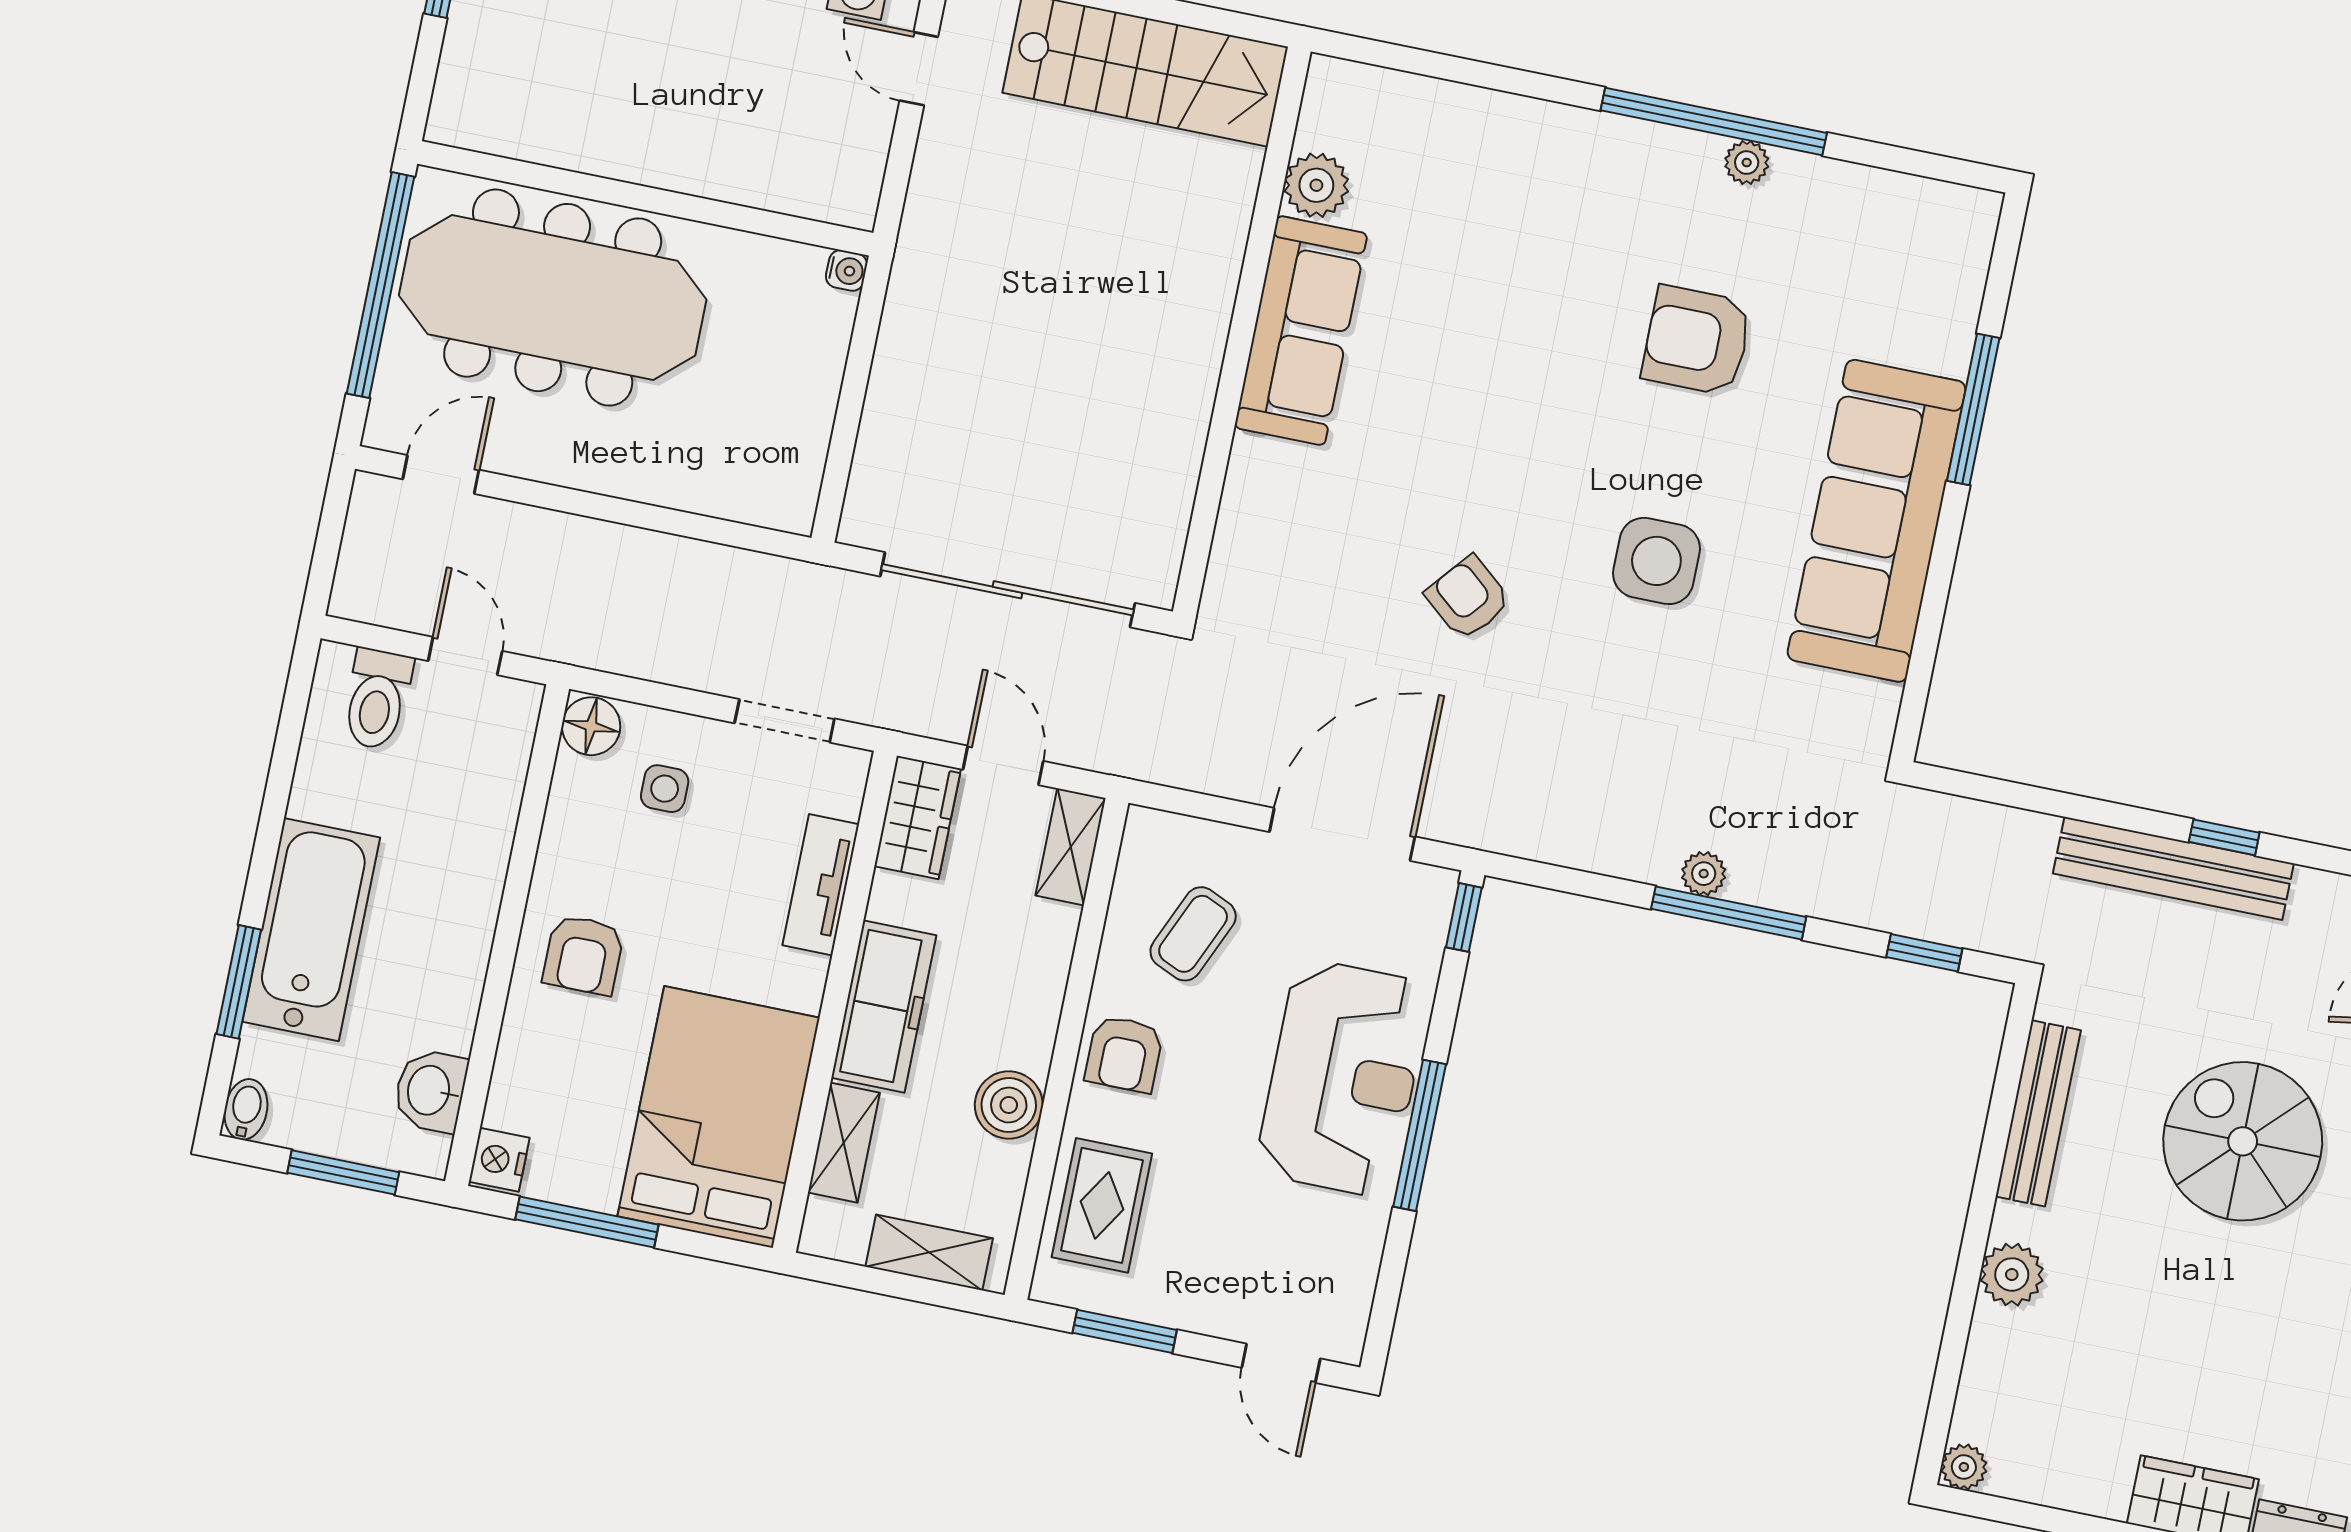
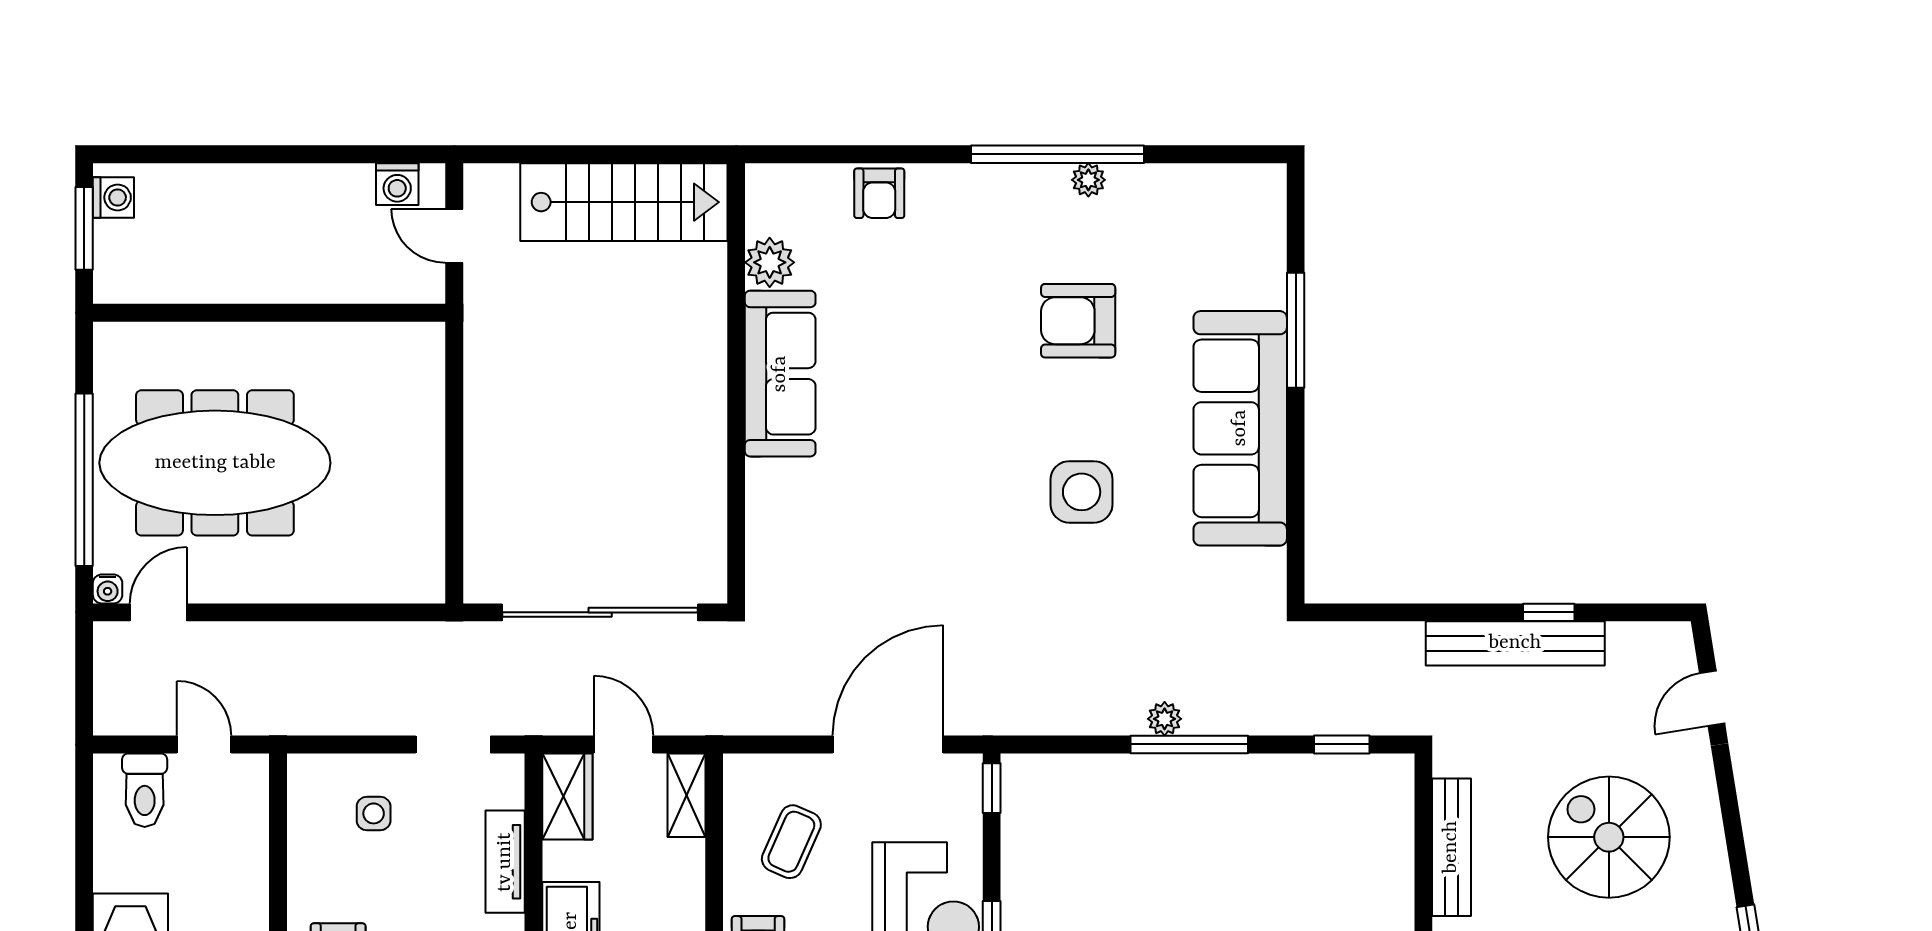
wall: (645, 198) -> (269, 313), moved
water cooler: (846, 271) -> (108, 589), moved, turned 90
armchair: (1468, 598) -> (879, 193), moved, turned -130
floor lamp: (591, 726) -> (309, 778), removed

